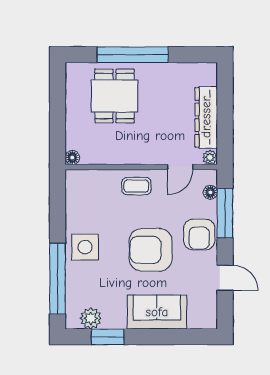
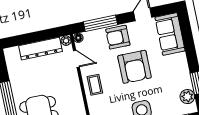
floor lamp: (210, 192) -> (78, 38), moved
armchair: (199, 234) -> (118, 37), turned 180
sofa: (157, 312) -> (170, 34), moved

